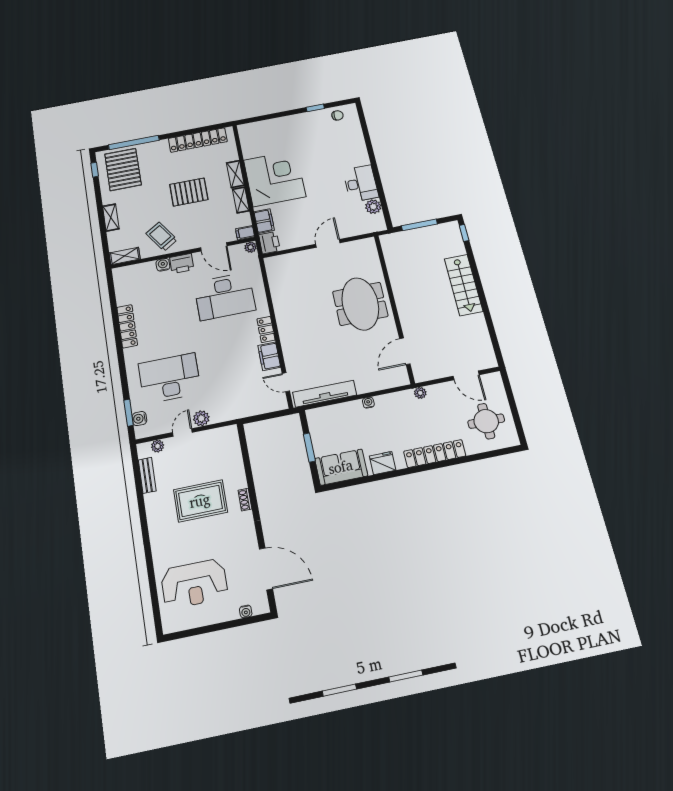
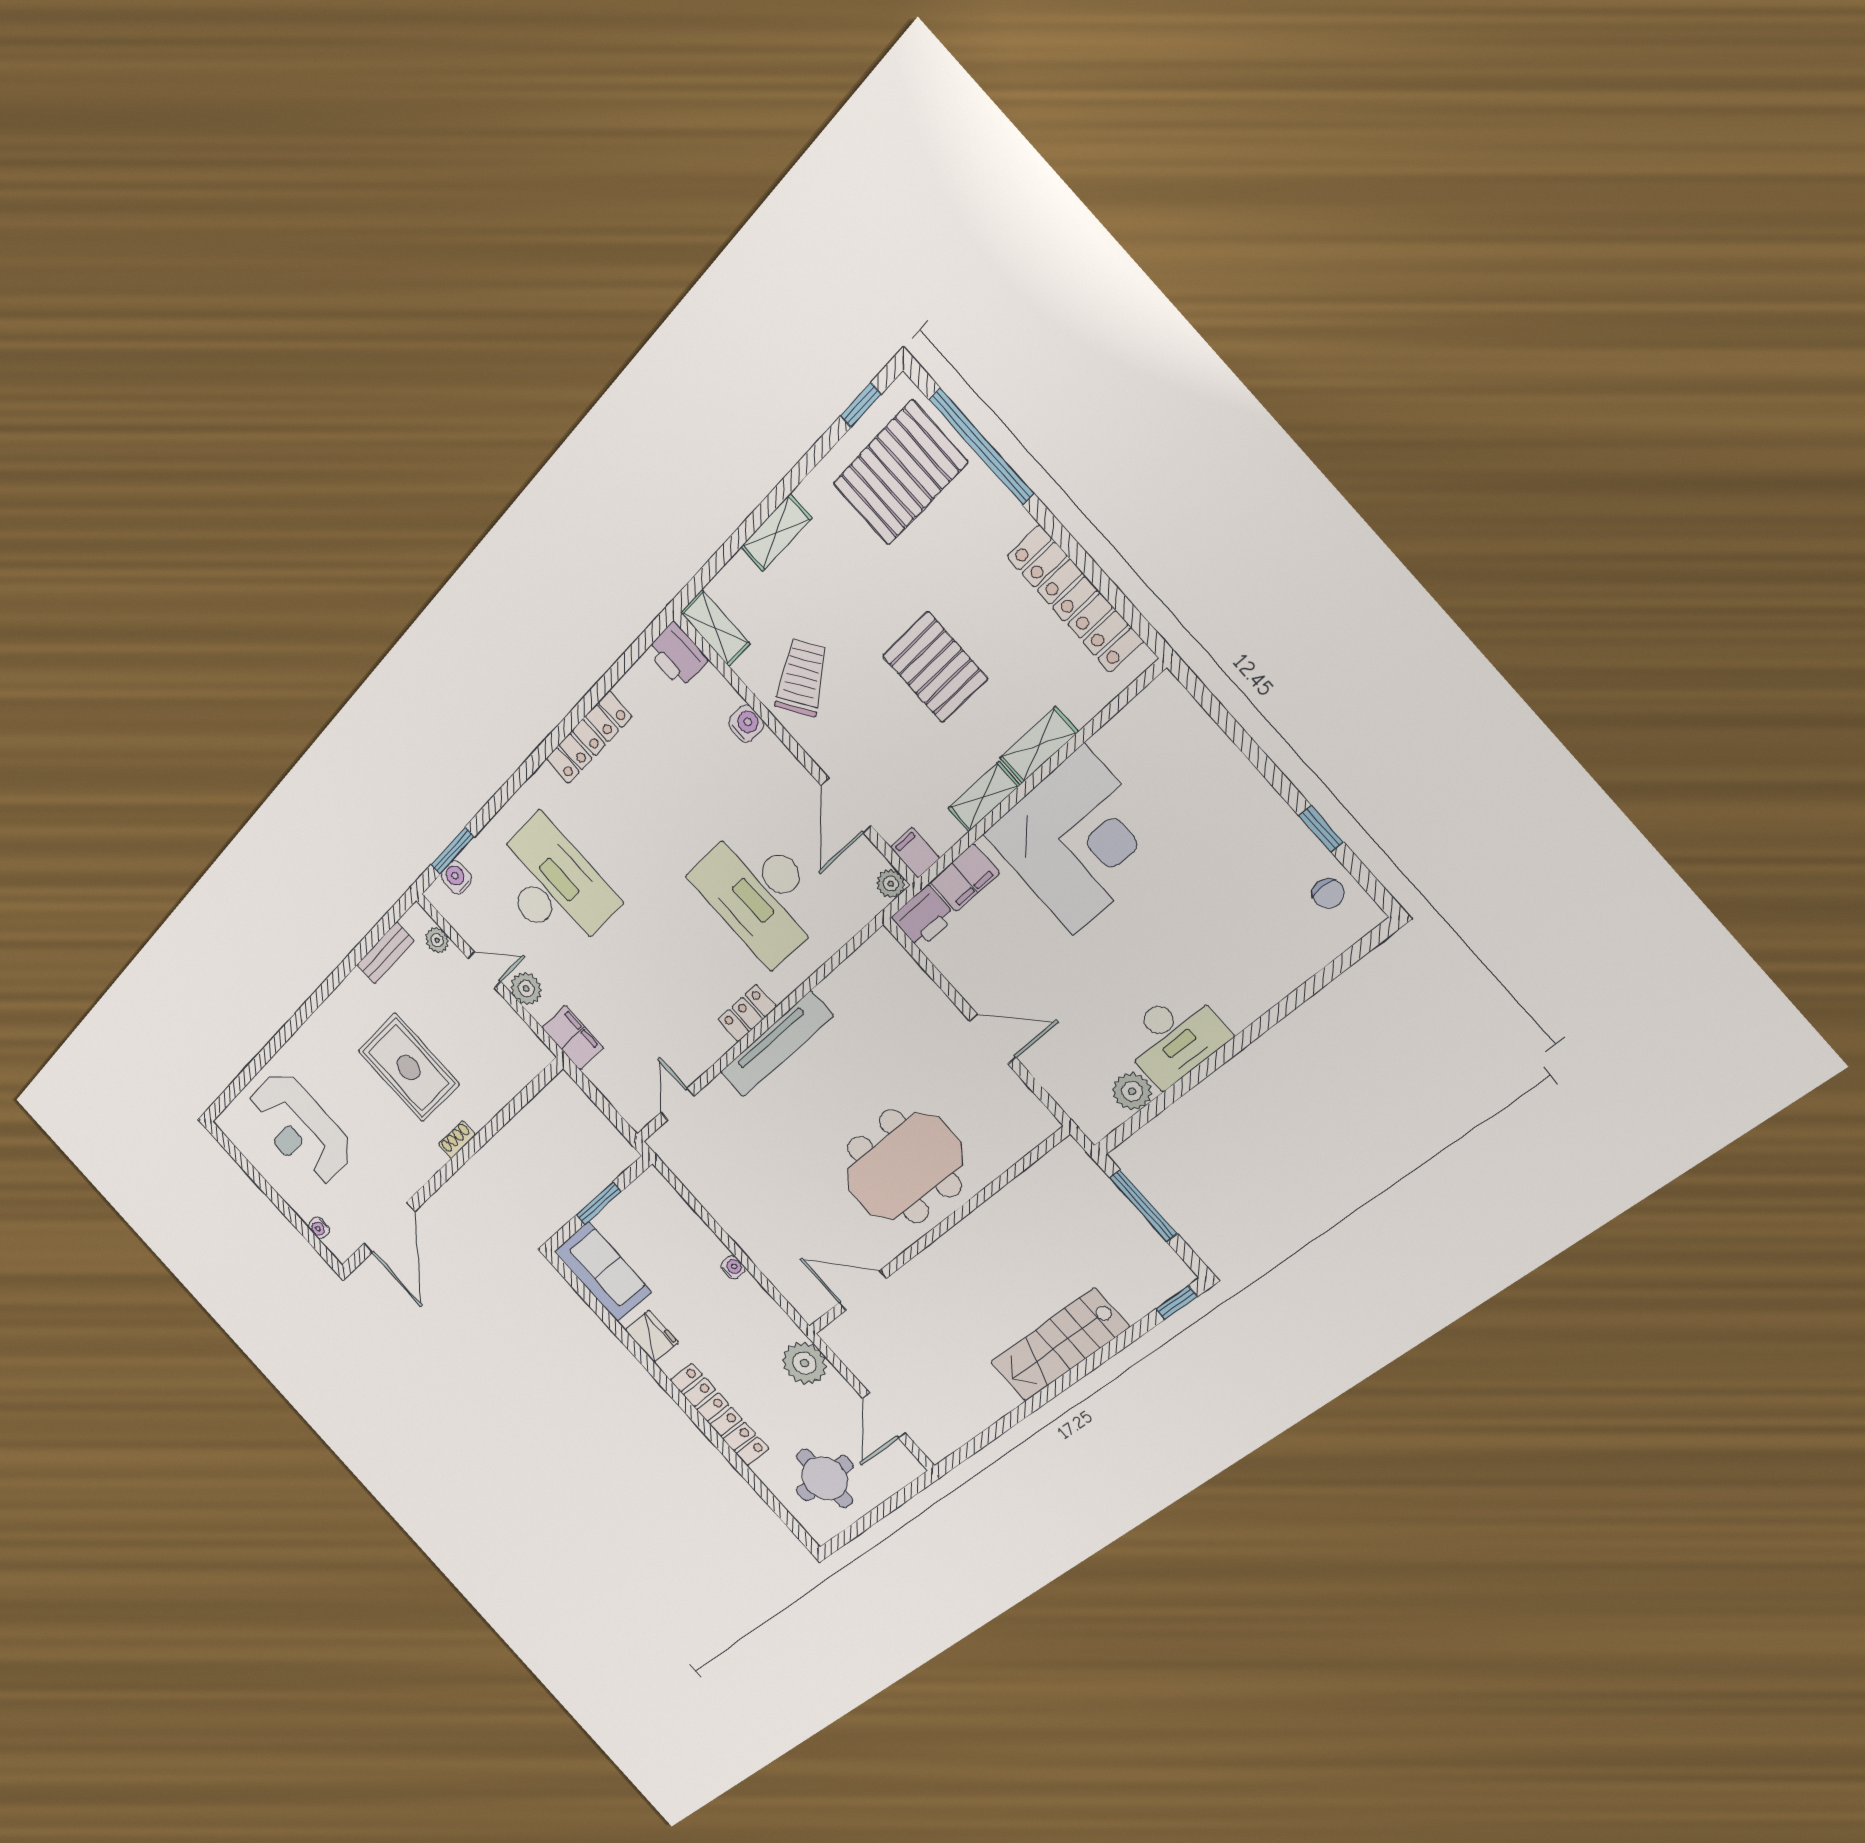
printer: (182, 264) -> (677, 655), moved
filing cabinet: (269, 356) -> (573, 1038), moved, turned 90
plant: (420, 393) -> (804, 1363), width x1.87, depth x1.87
tv unit: (325, 394) -> (776, 1044), moved, turned 90

